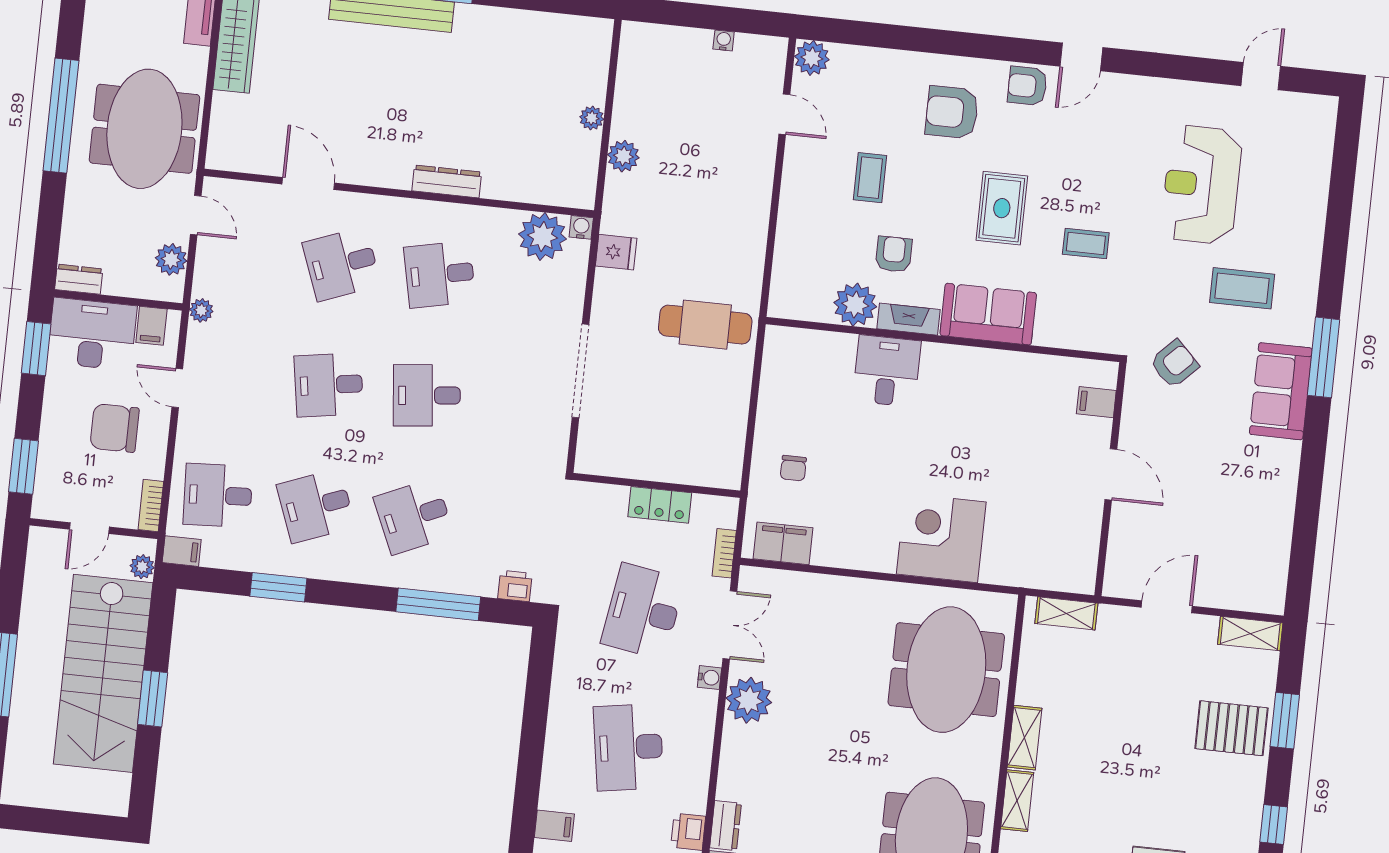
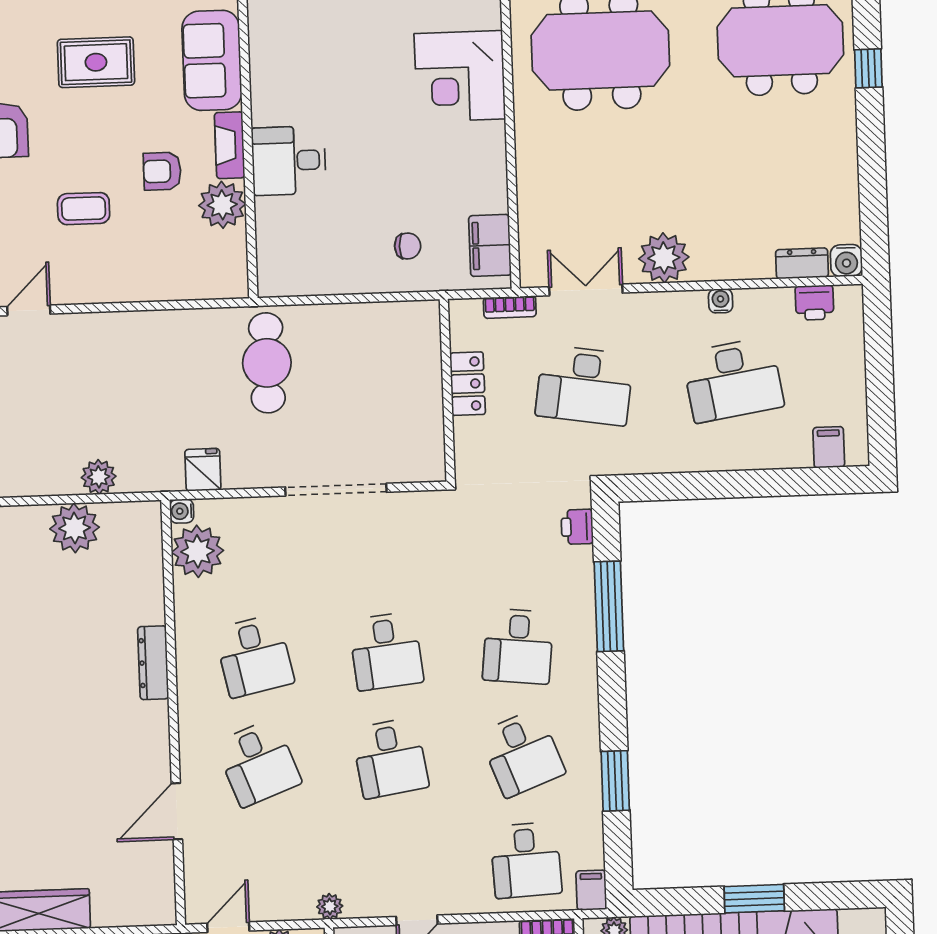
plant: (592, 118) -> (75, 528), width x1.88, depth x1.88
desk: (414, 516) -> (518, 646), turned 30
water cooler: (709, 678) -> (721, 301), moved

